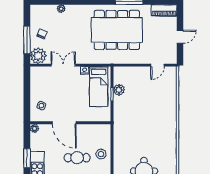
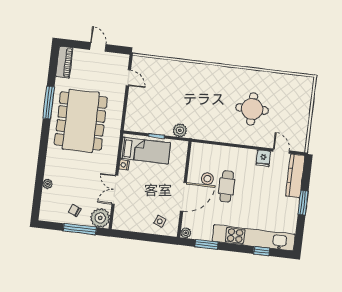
plant: (119, 90) -> (180, 130), moved
stool: (101, 154) -> (207, 179), moved
window: (27, 158) -> (207, 244), moved

